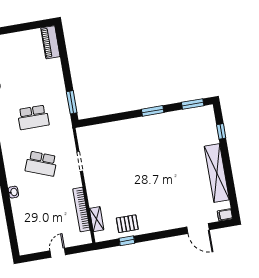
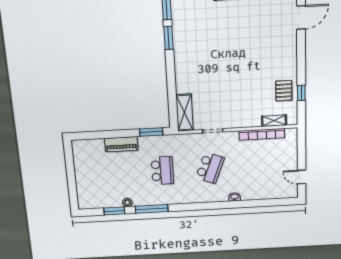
piano: (50, 42) -> (121, 144), moved
window: (153, 111) -> (169, 38), moved
shelving: (95, 132) -> (185, 113), added
door: (58, 253) -> (302, 177), moved

